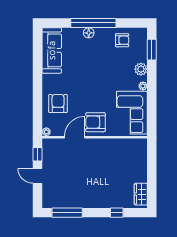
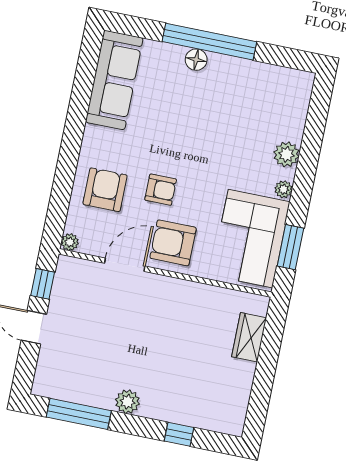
armchair: (122, 40) -> (161, 190), moved
window: (152, 50) -> (290, 247), moved
wardrobe: (141, 194) -> (249, 337), moved
plant: (89, 202) -> (128, 402), added

